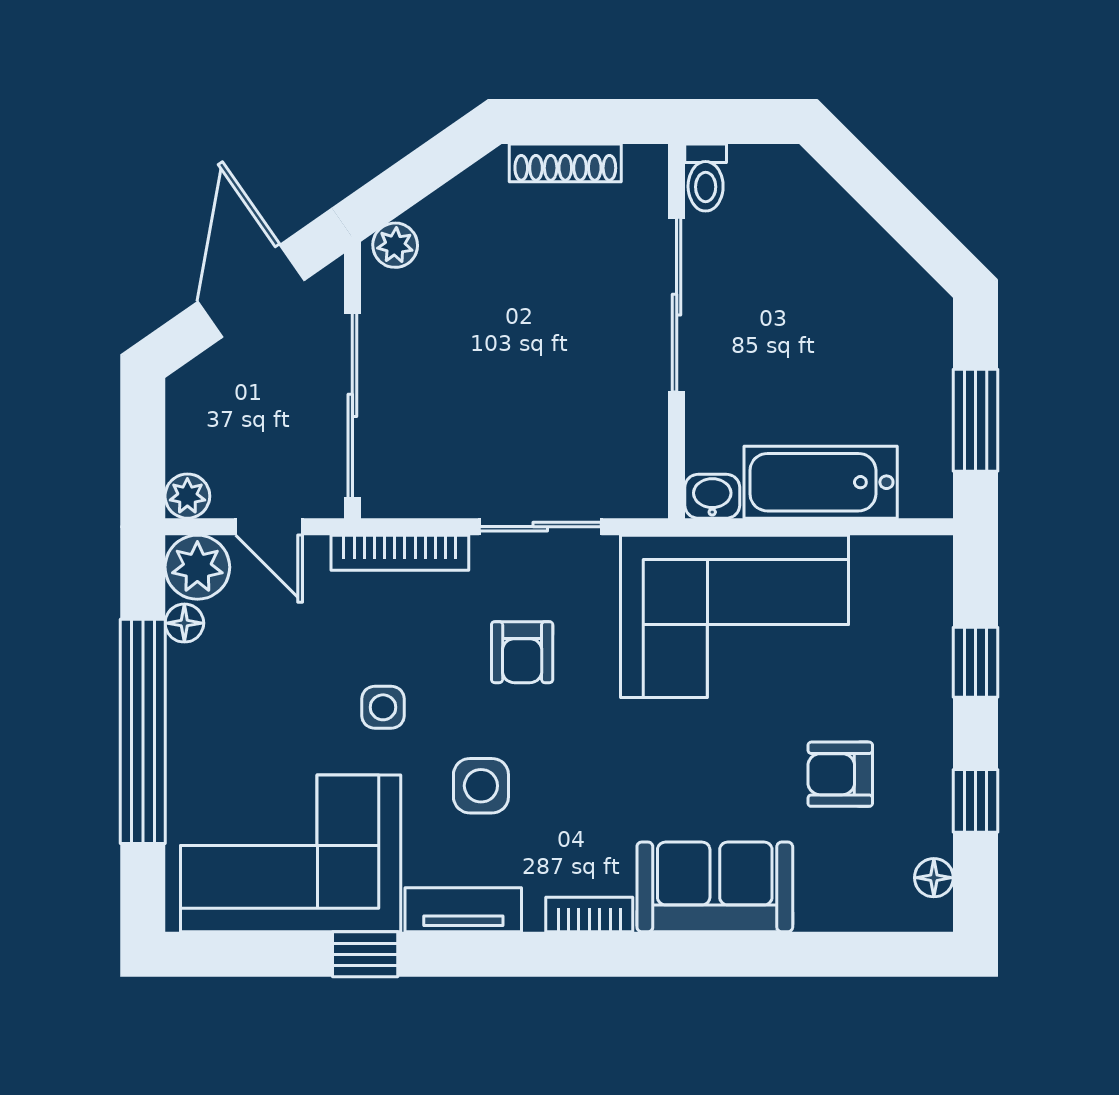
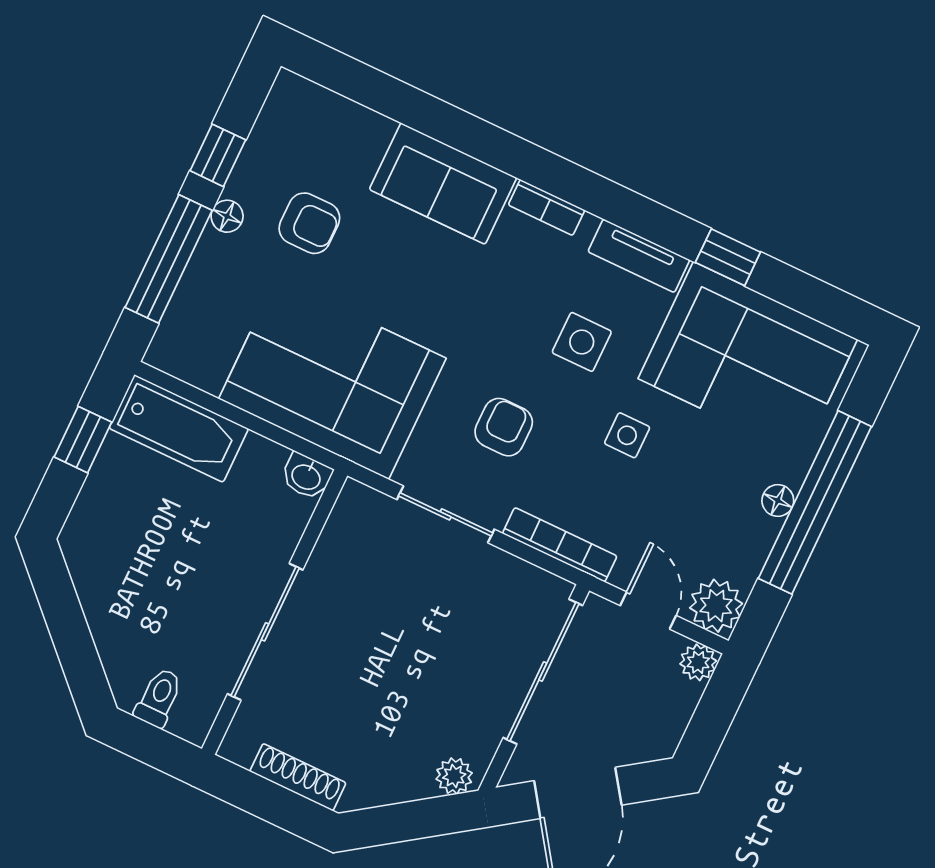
toilet: (706, 178) -> (159, 698), moved
window: (976, 420) -> (83, 440), width x0.67
bathtub: (821, 482) -> (179, 428), moved
floor lamp: (184, 623) -> (778, 501), moved
window: (976, 662) -> (169, 259), width x2.17
floor lamp: (934, 878) -> (227, 216), moved

